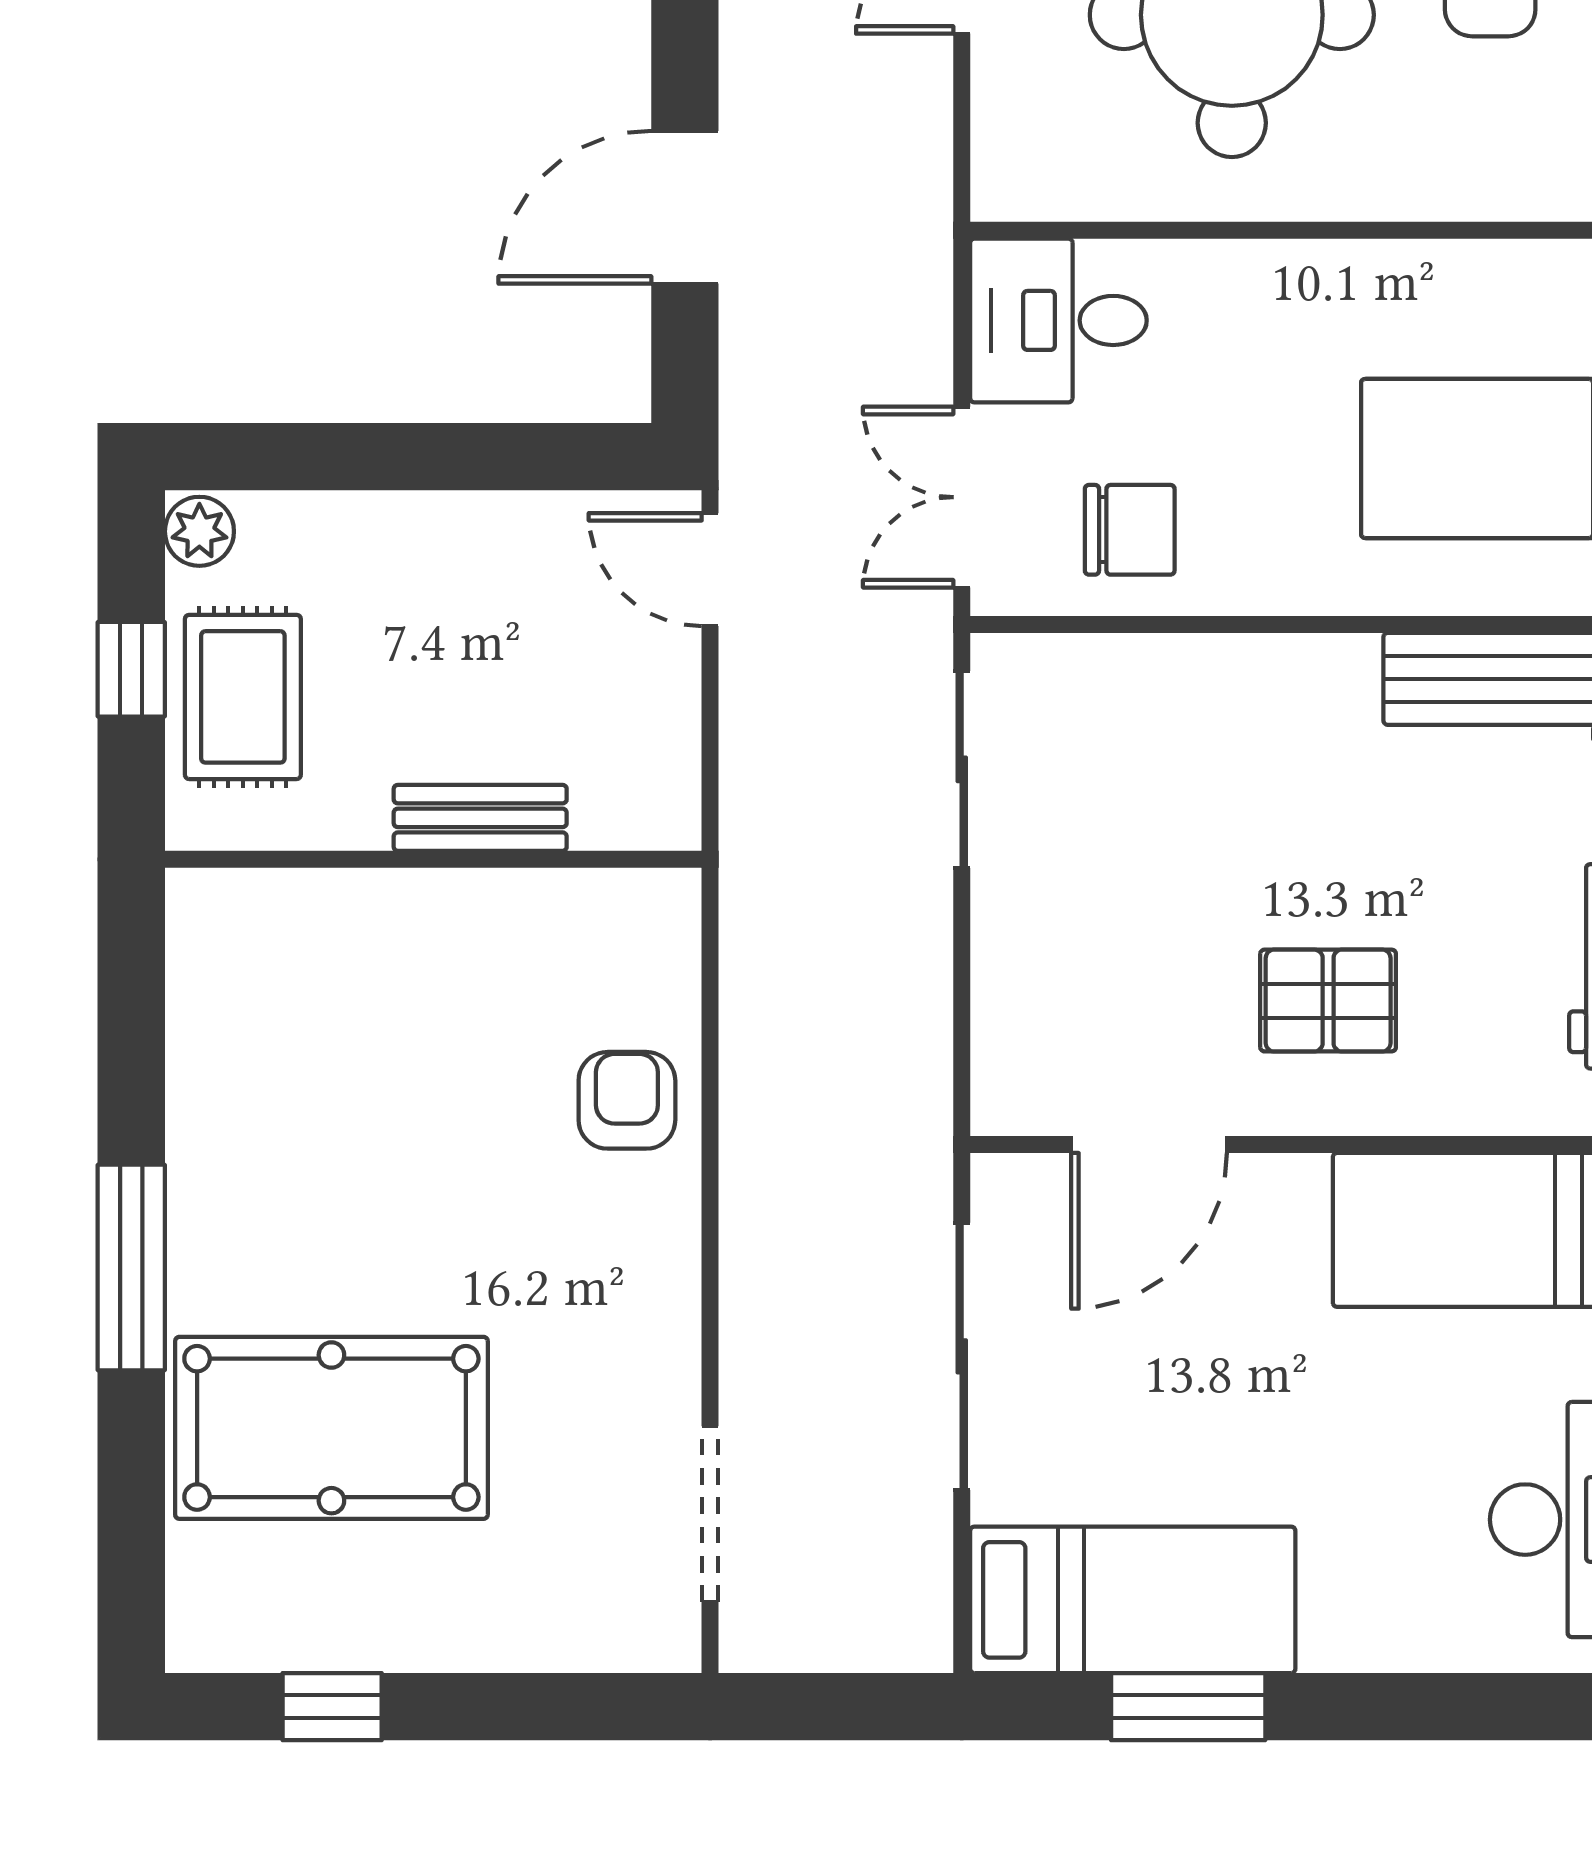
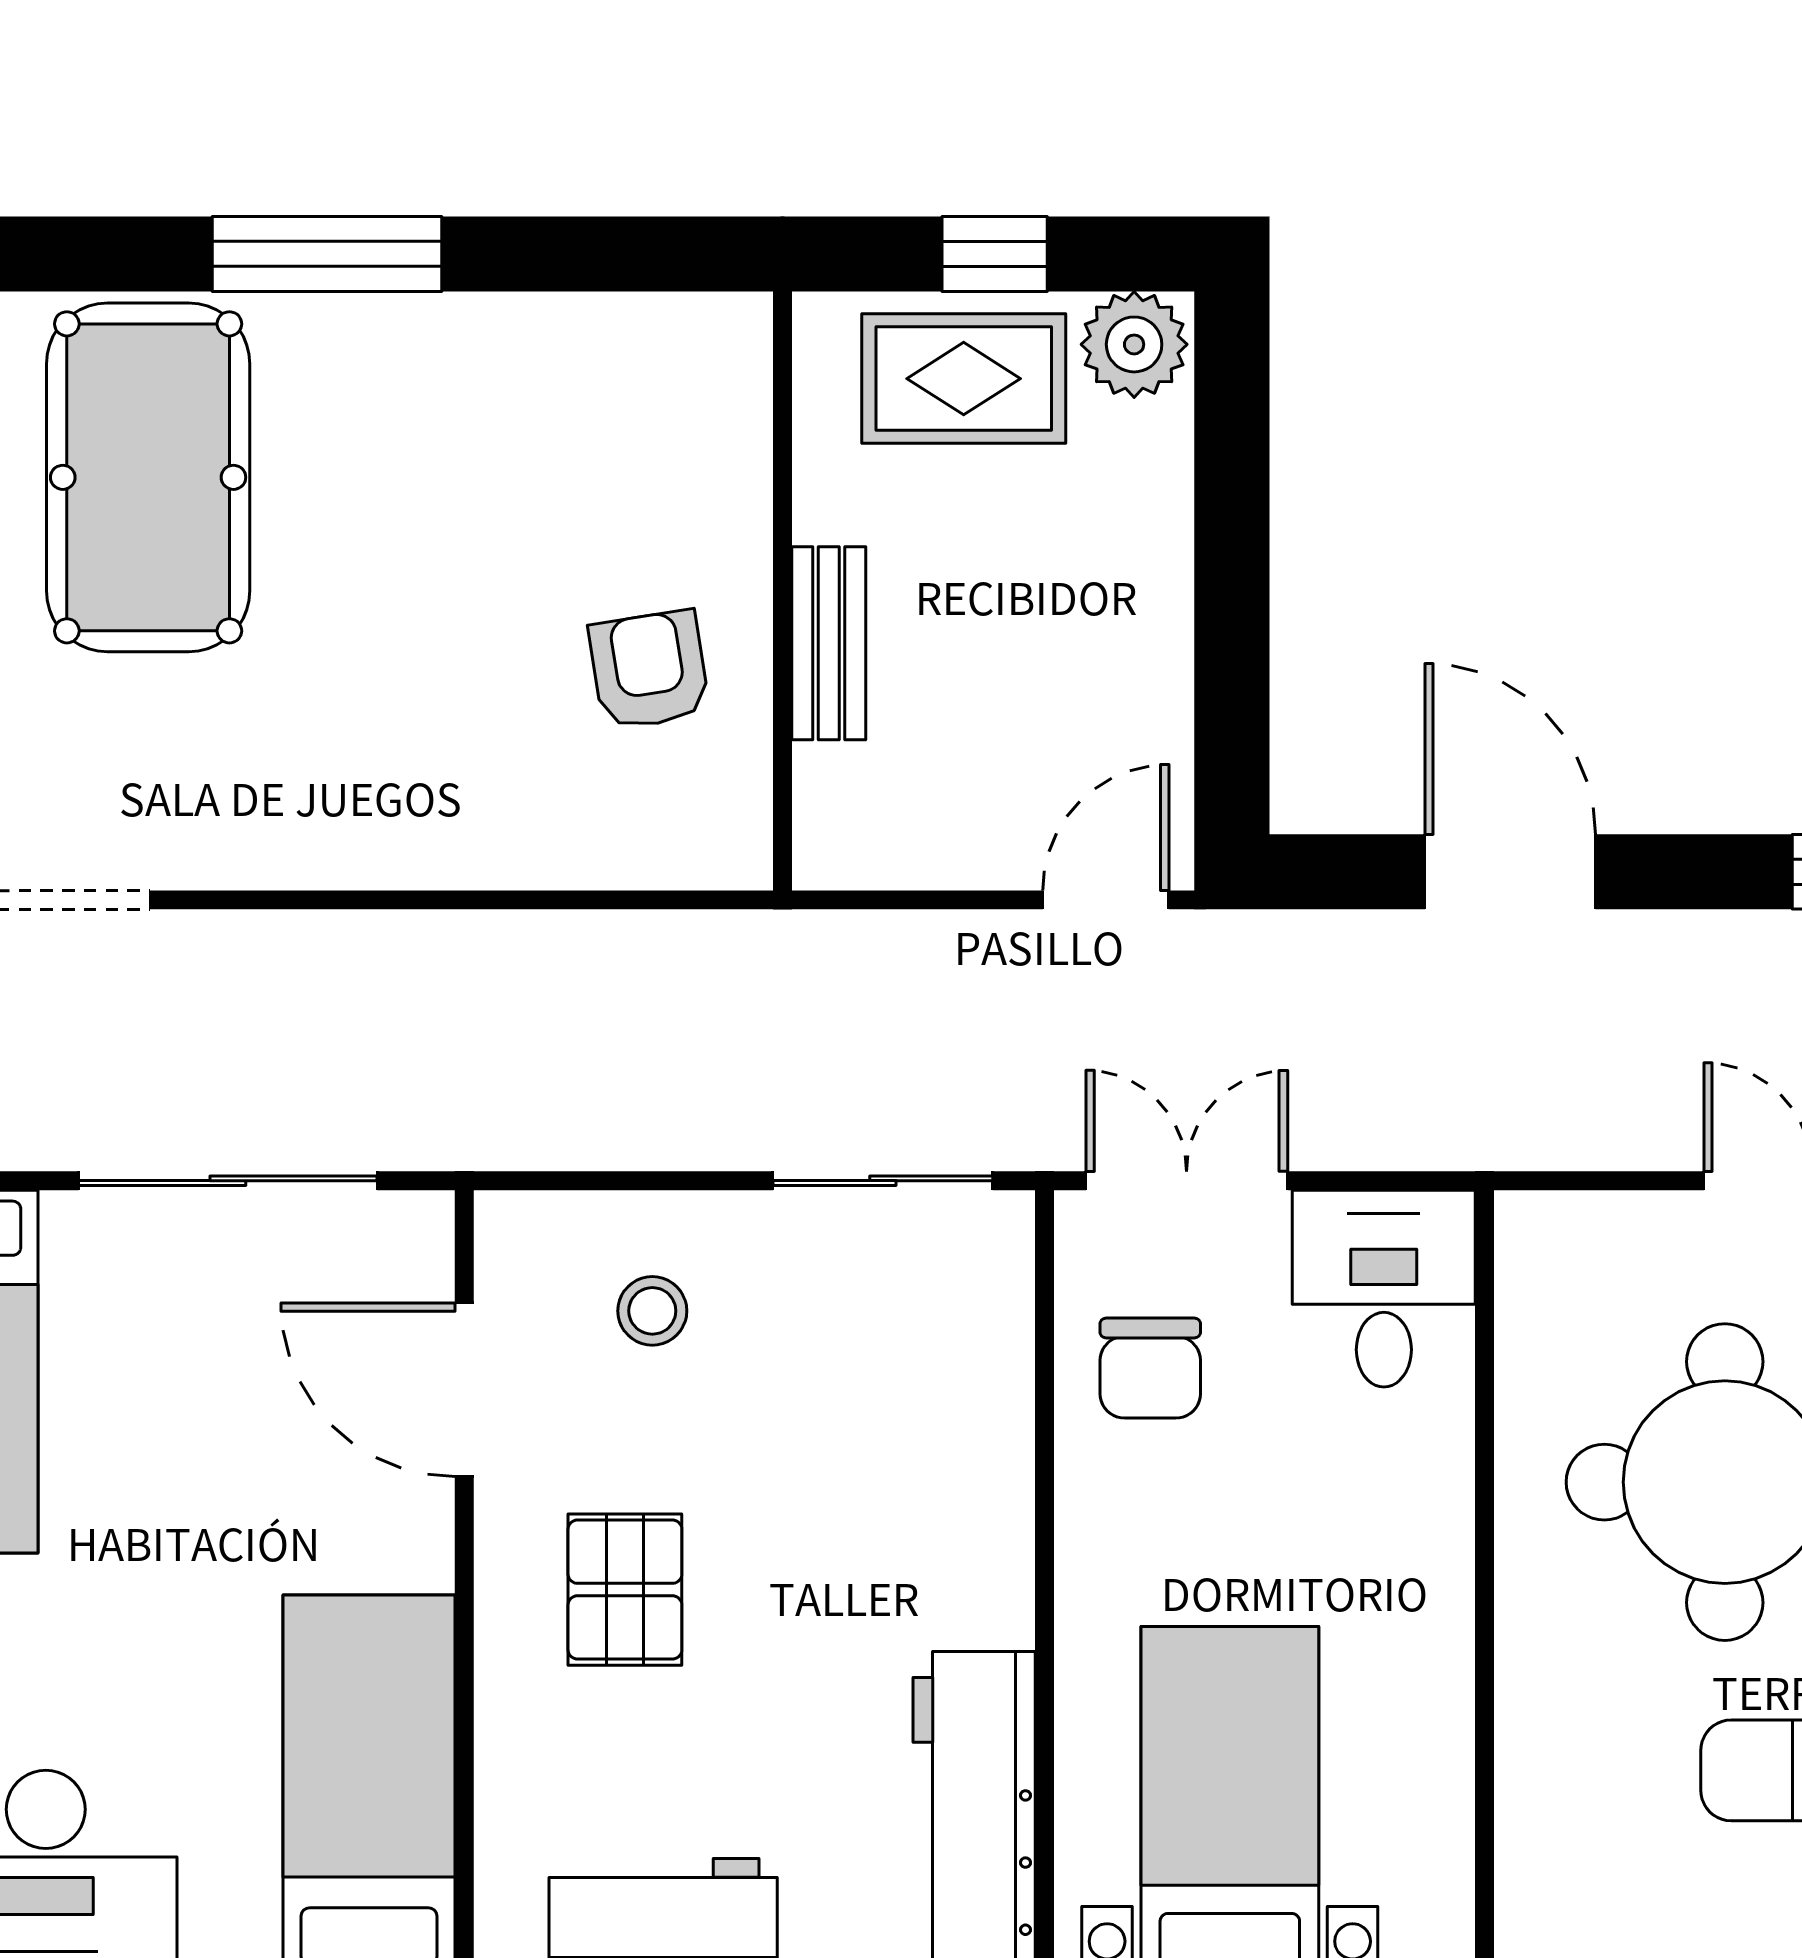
plant: (199, 531) -> (1134, 344), width x1.38, depth x1.38
stool: (1078, 976) -> (652, 1311), added
armchair: (627, 1100) -> (649, 670), moved, turned -99

